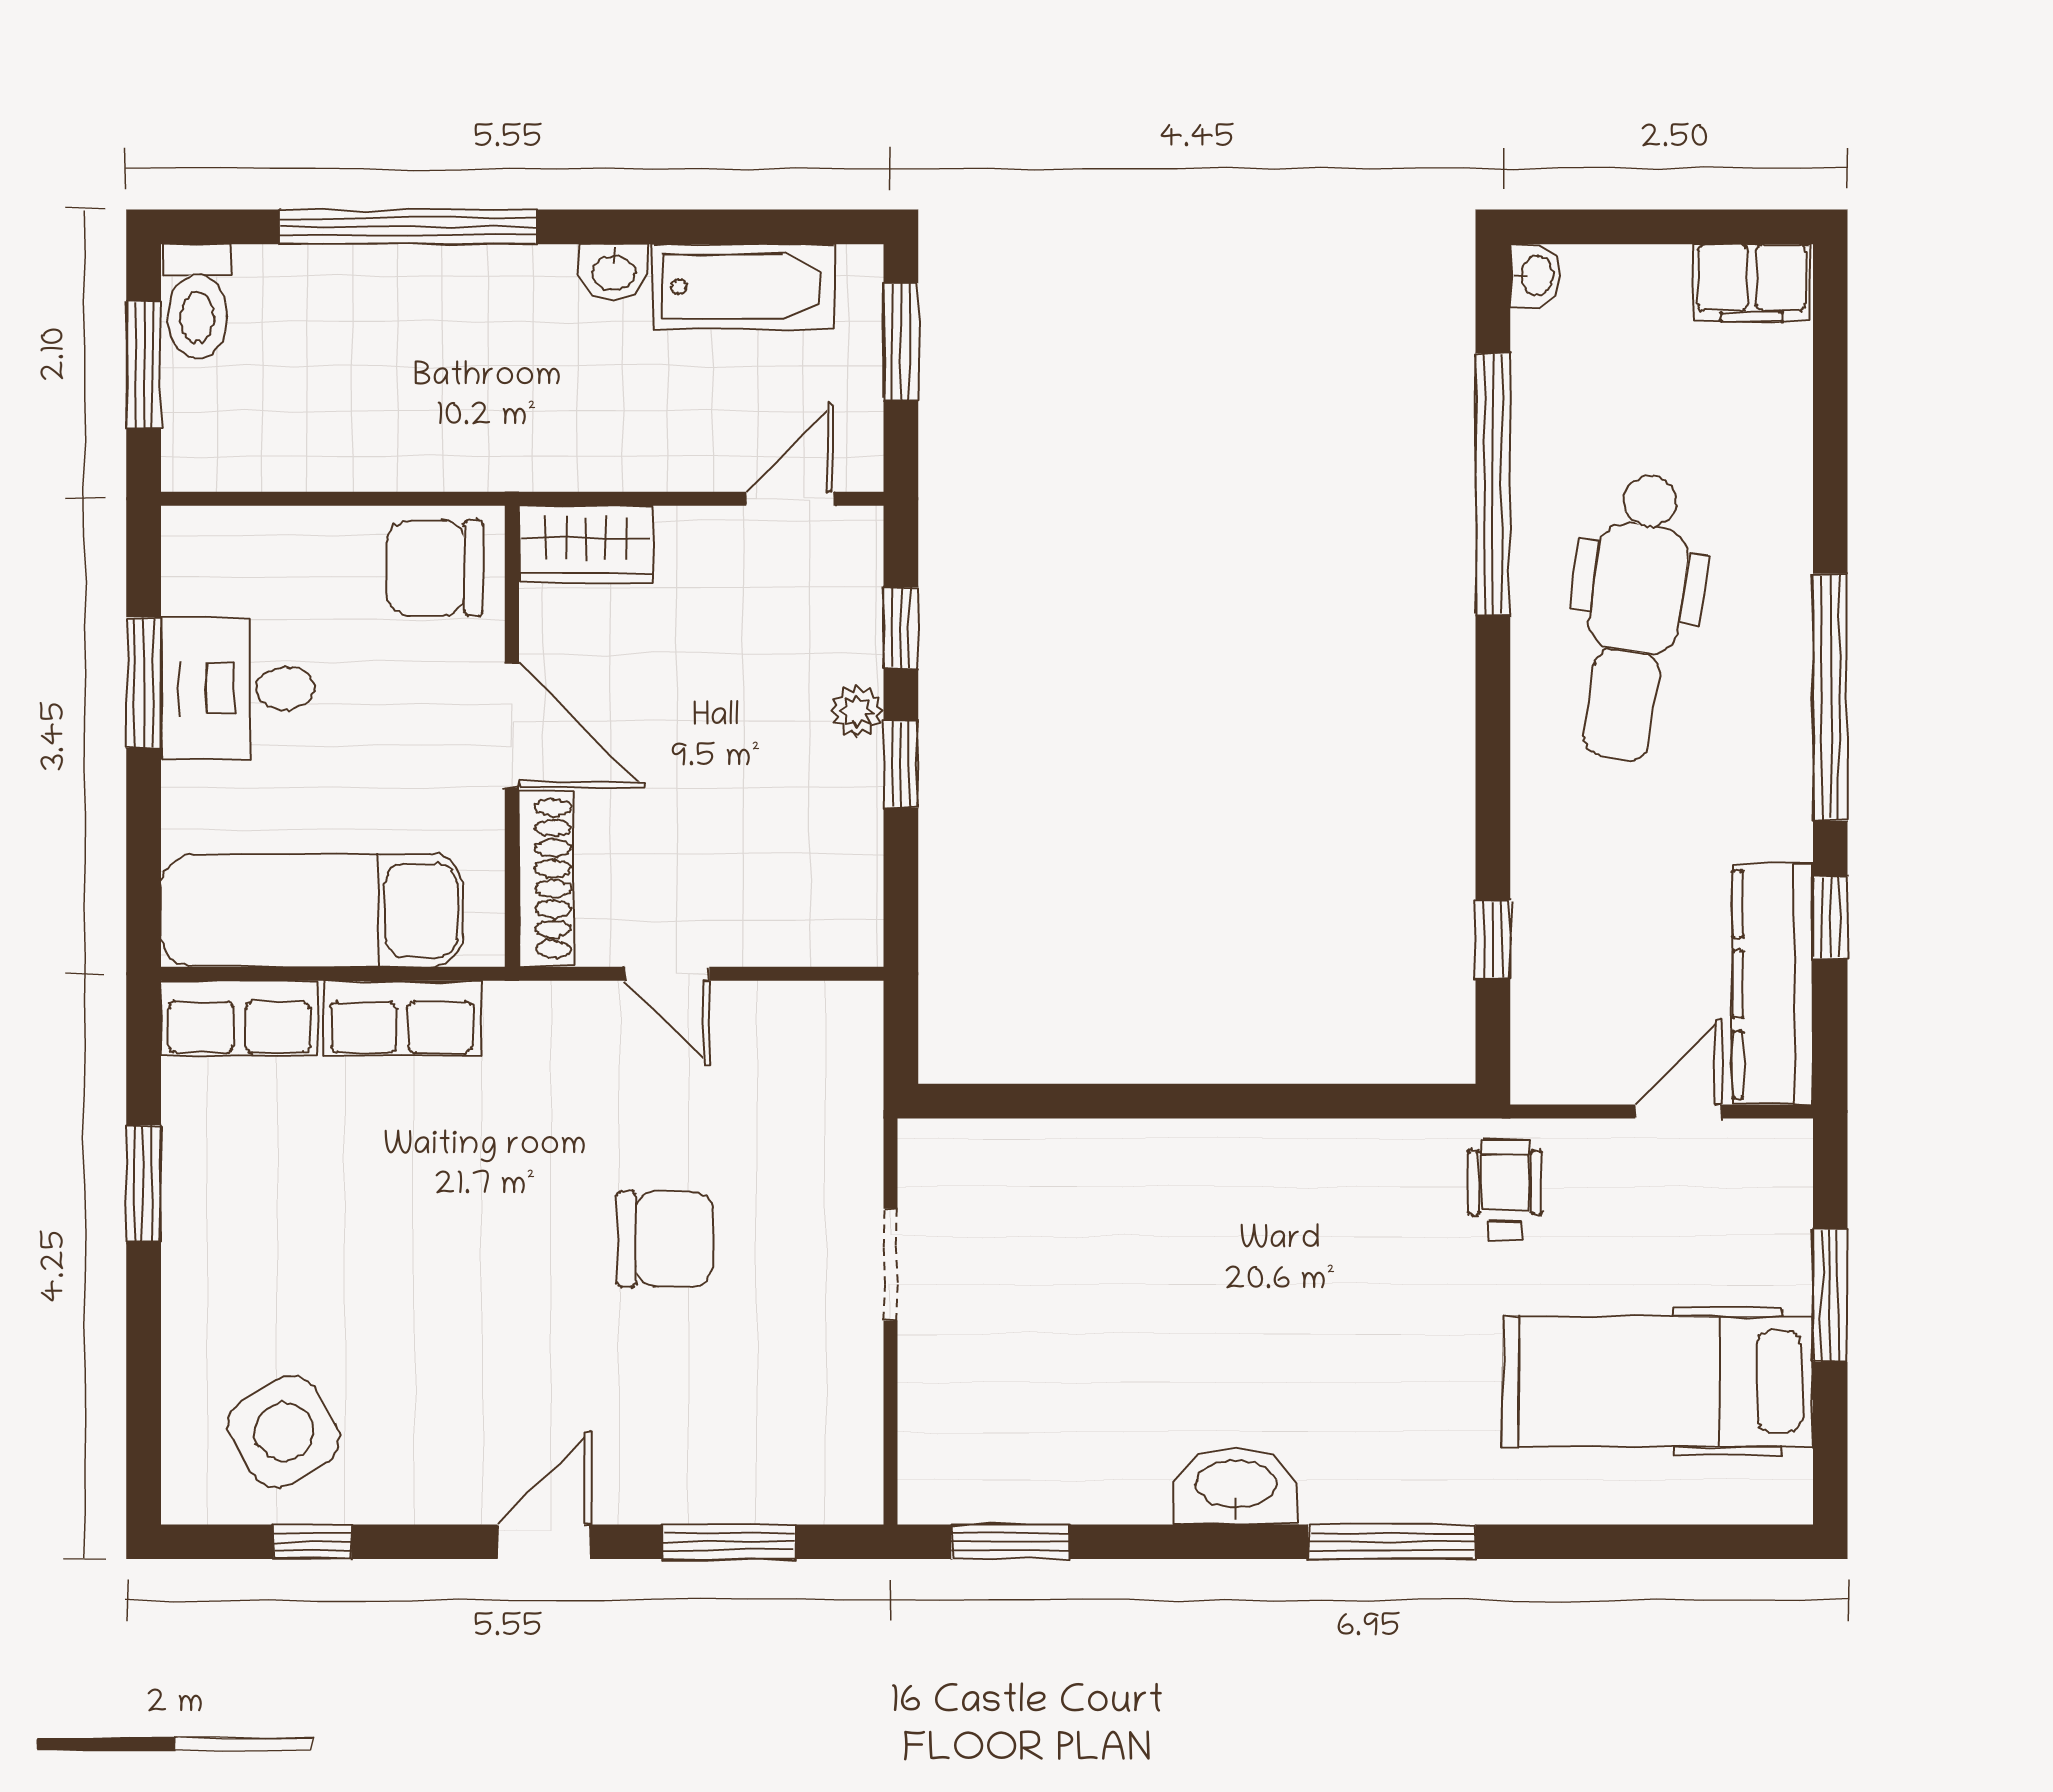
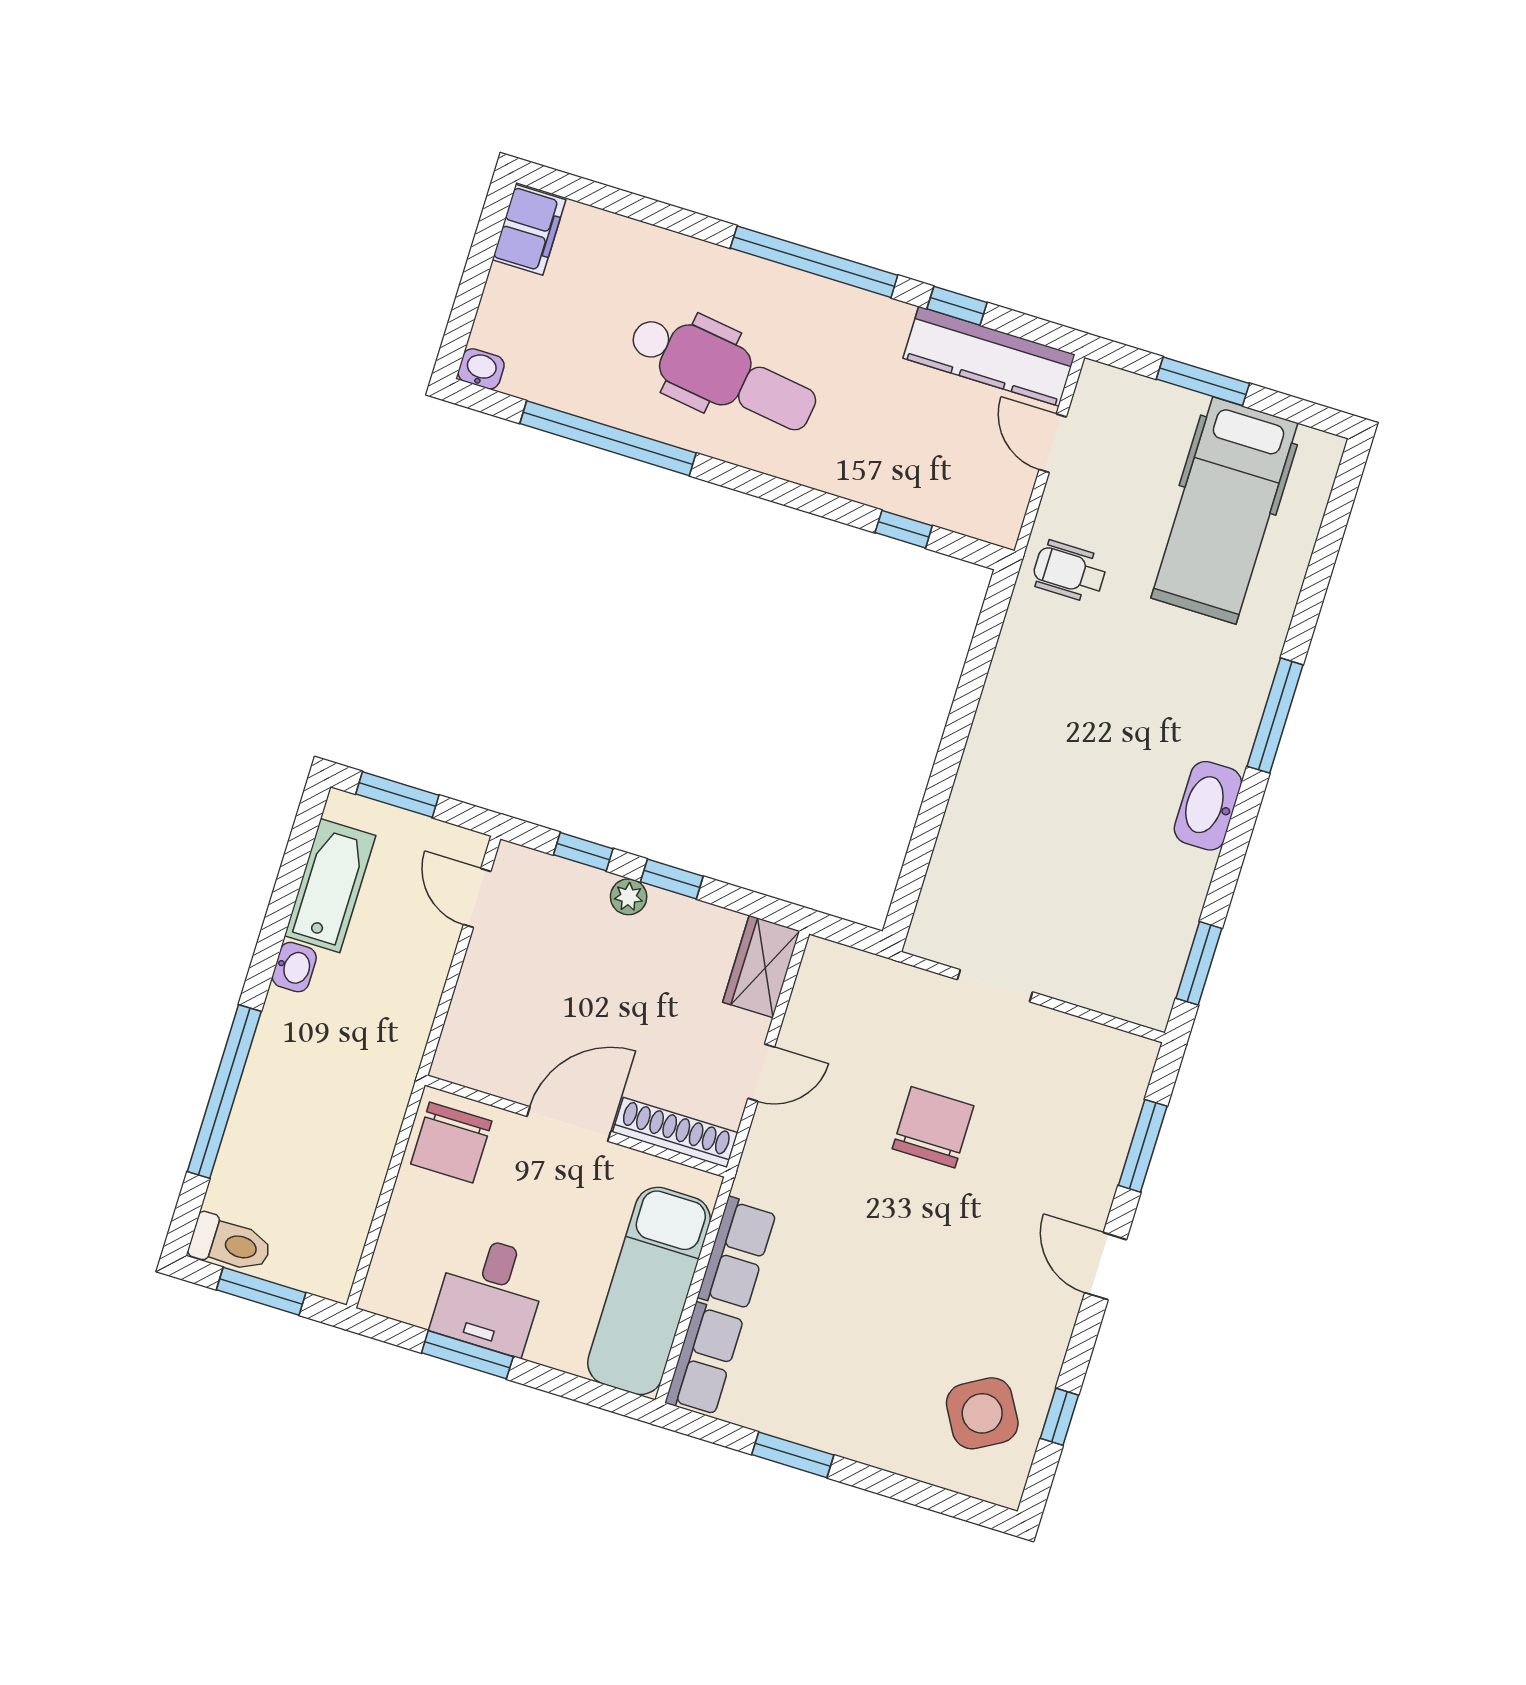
wardrobe: (586, 545) -> (761, 966), moved, turned 180

